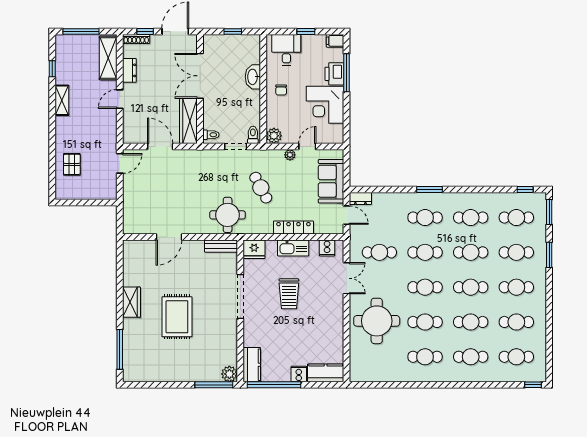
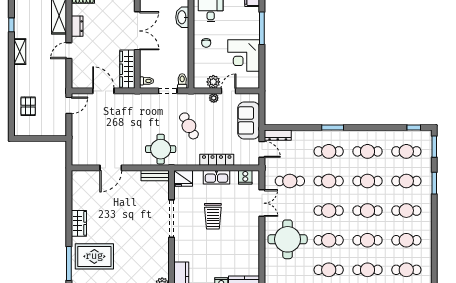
printer: (334, 74) -> (252, 29), removed
double door: (200, 76) -> (137, 31), swing flipped
washbasin: (253, 77) -> (182, 17), moved
plant: (274, 136) -> (213, 82), moved
dresser: (360, 199) -> (278, 135), width x1.44
rug: (177, 317) -> (94, 256), moved, turned 90

